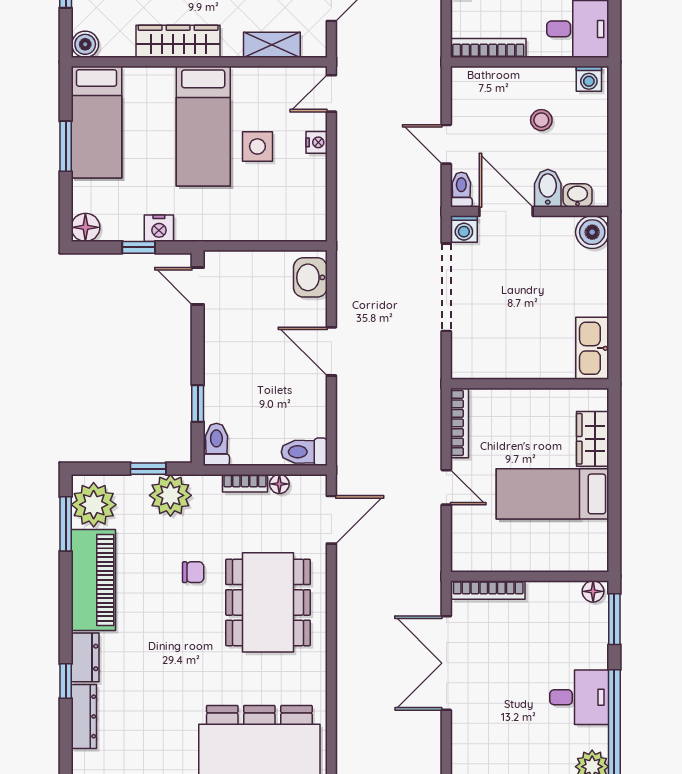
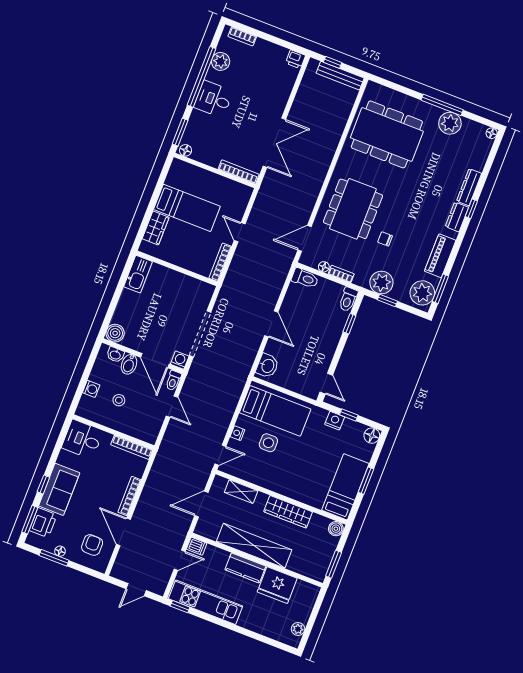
washing machine: (589, 79) -> (91, 389), moved, turned 90
bed: (203, 126) -> (275, 411), moved, turned 90
piano: (93, 580) -> (440, 256), width x0.73, depth x0.75

